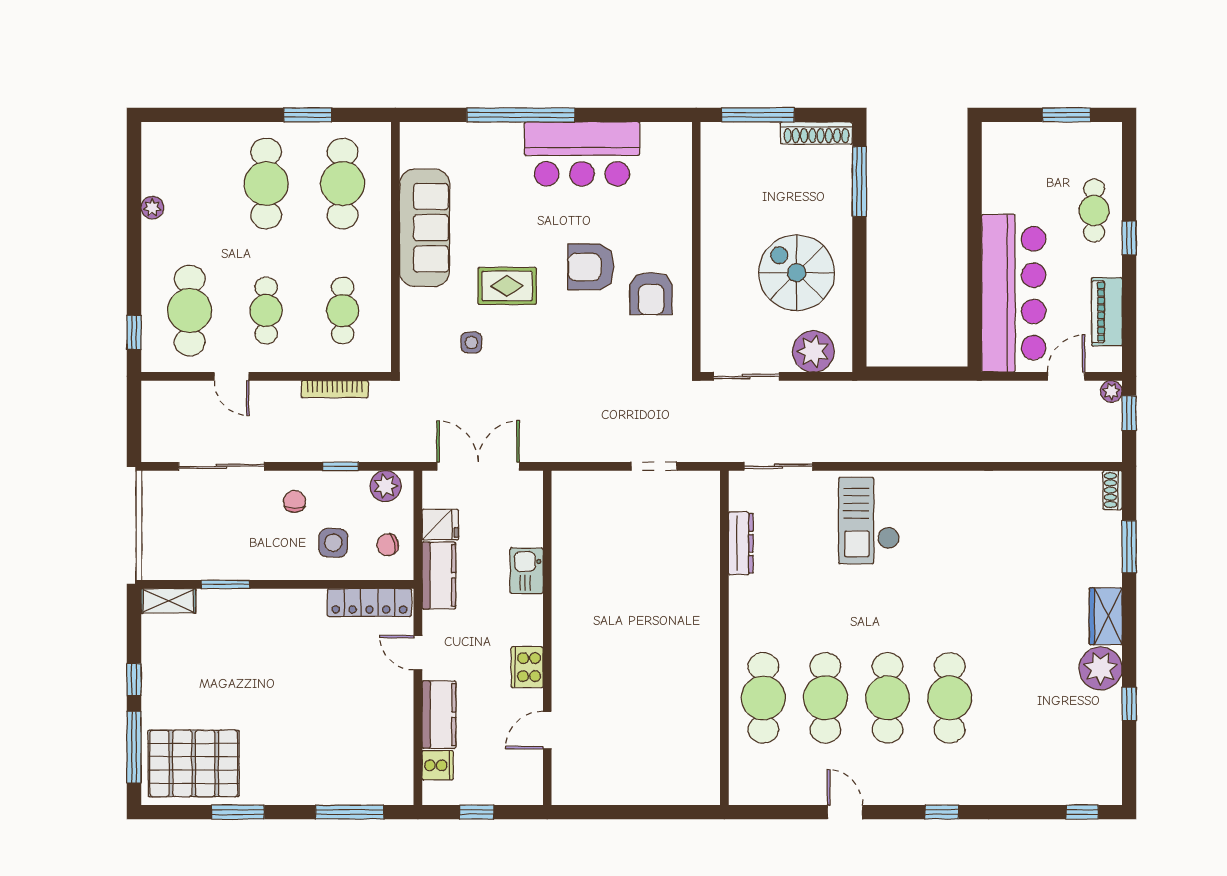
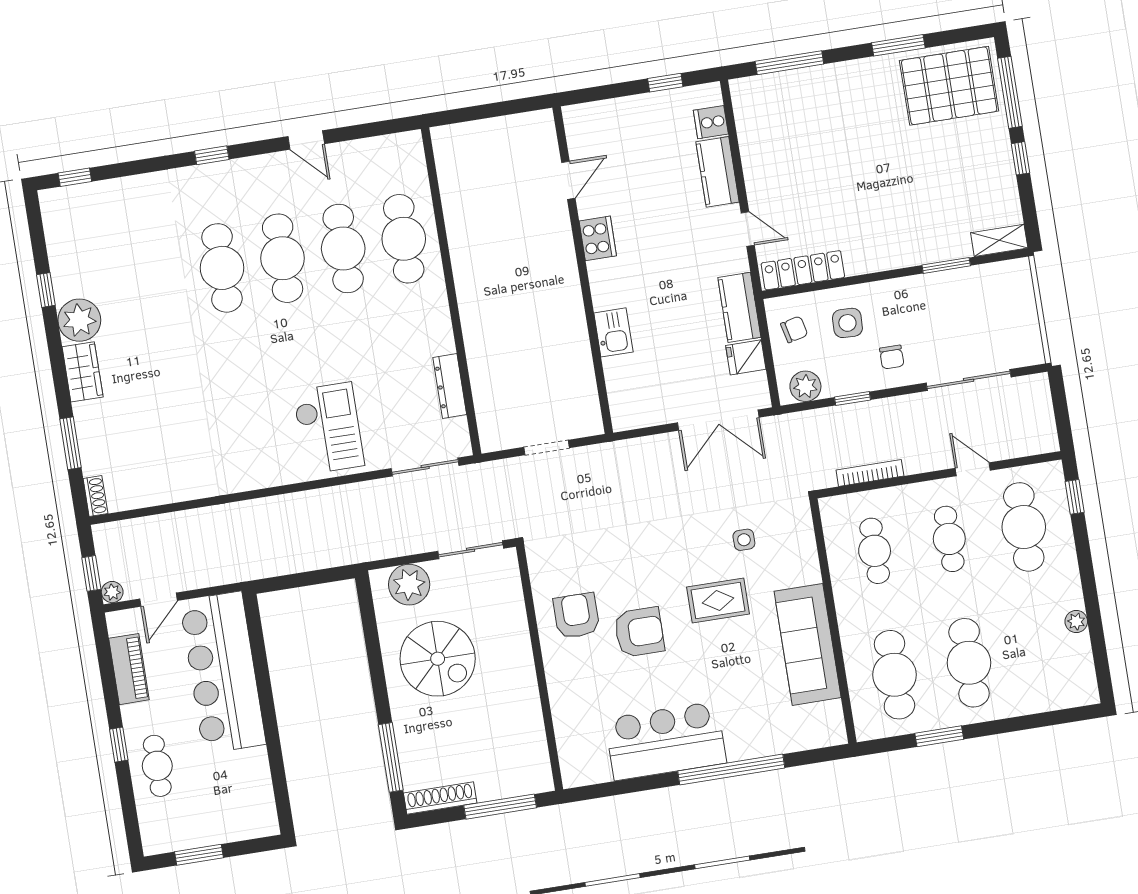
kitchen sink: (527, 571) -> (613, 332), moved
wall: (547, 638) -> (583, 270), moved
cooker: (527, 667) -> (598, 238), moved
door: (547, 730) -> (568, 180), moved

